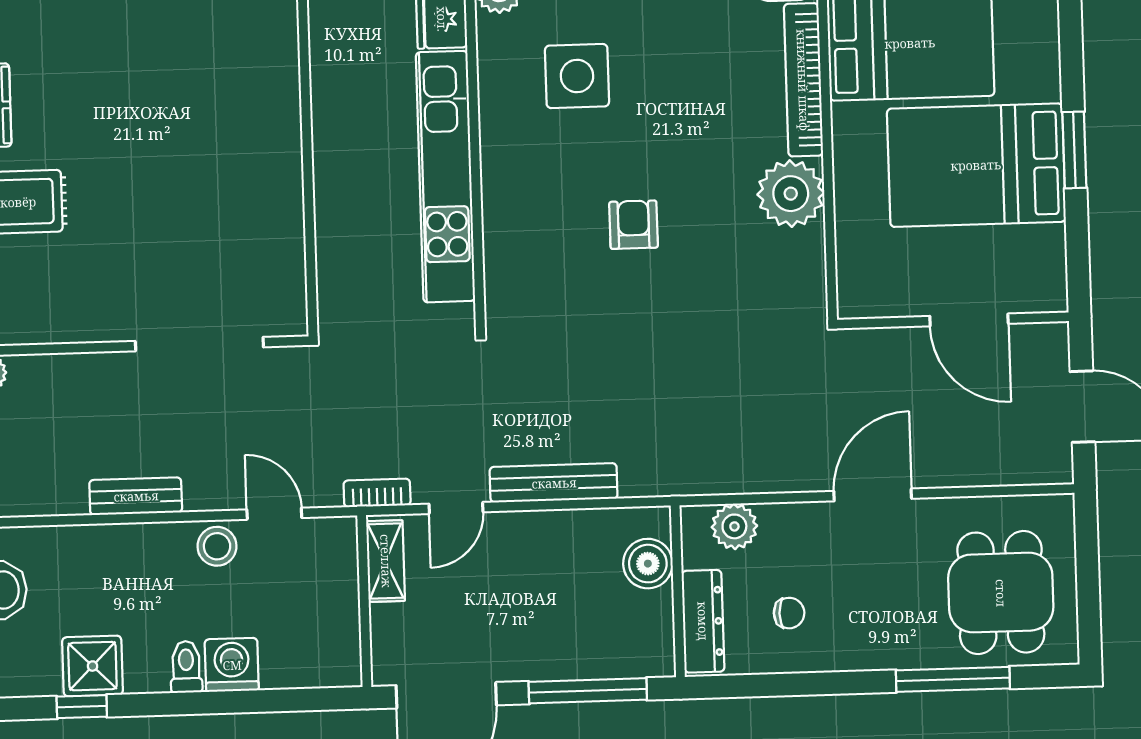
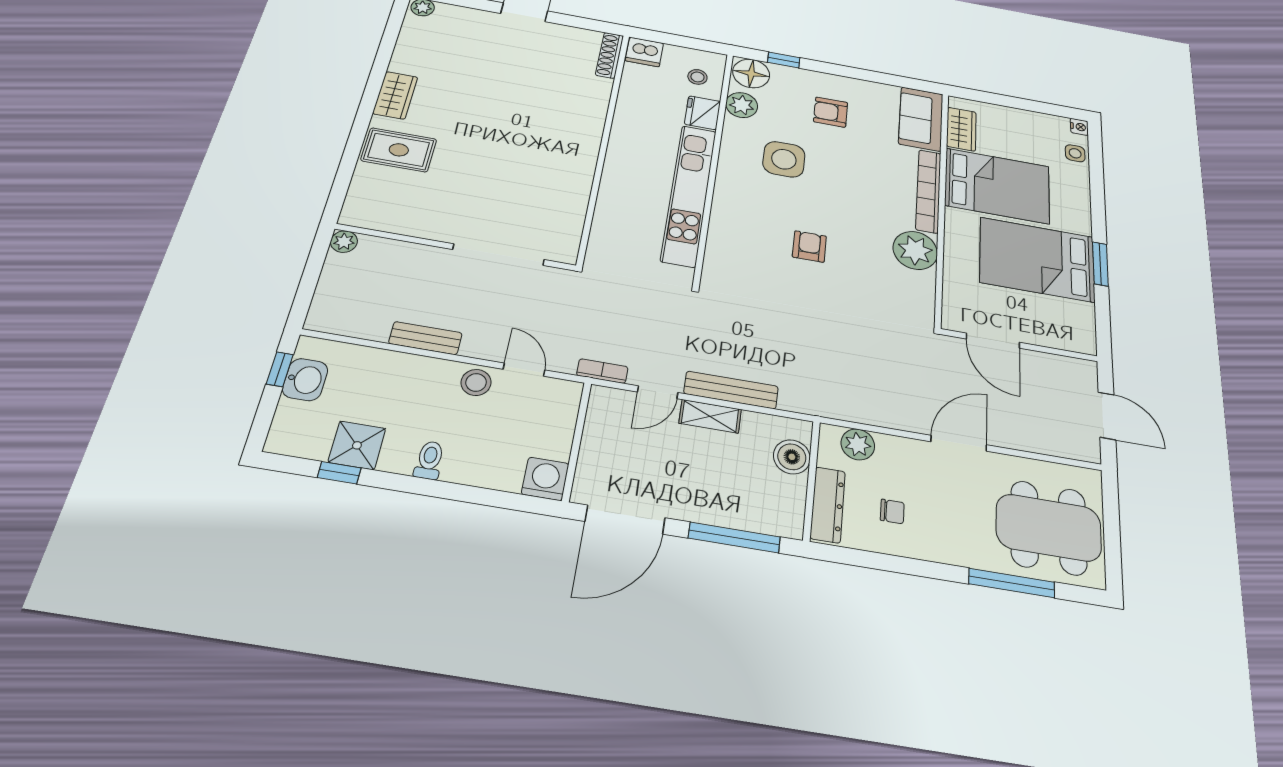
door: (969, 320) -> (993, 341), moved
shelving: (386, 561) -> (710, 416), moved, turned 90
dining table: (1001, 593) -> (1049, 528), width x1.38
washing machine: (232, 665) -> (545, 479), moved

